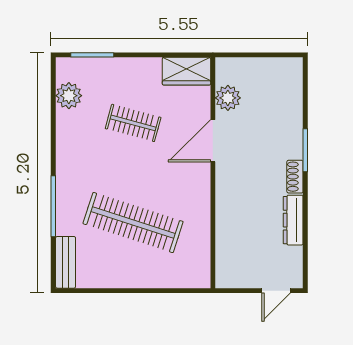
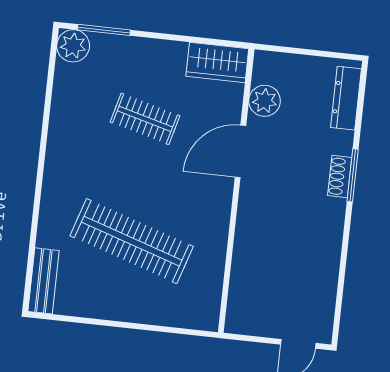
plant: (69, 96) -> (73, 46), moved
shoe rack: (295, 177) -> (340, 176), moved
window: (53, 206) -> (36, 210), removed
dresser: (293, 220) -> (346, 98), moved

